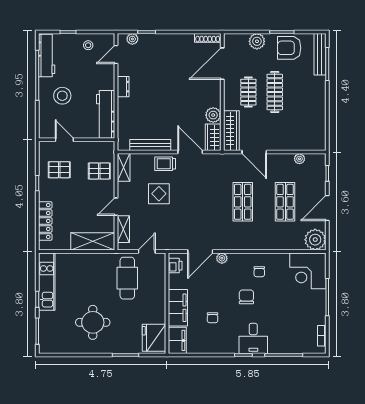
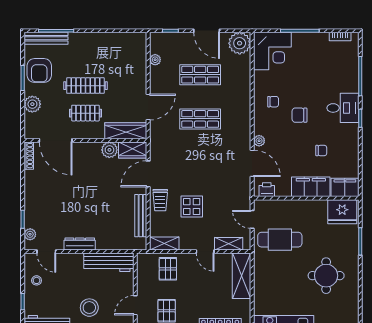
dresser: (123, 87) -> (80, 244), width x1.44

